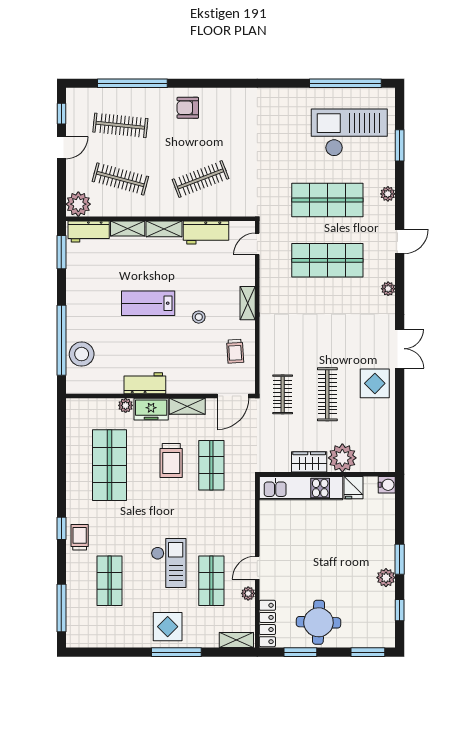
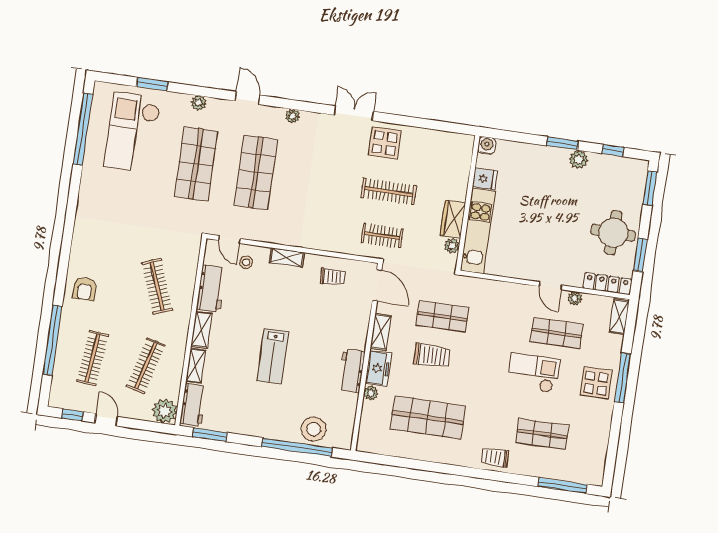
stool: (199, 317) -> (246, 262), moved
plant: (342, 458) -> (452, 246), moved, width x0.53, depth x0.53
window: (61, 528) -> (484, 474), removed

